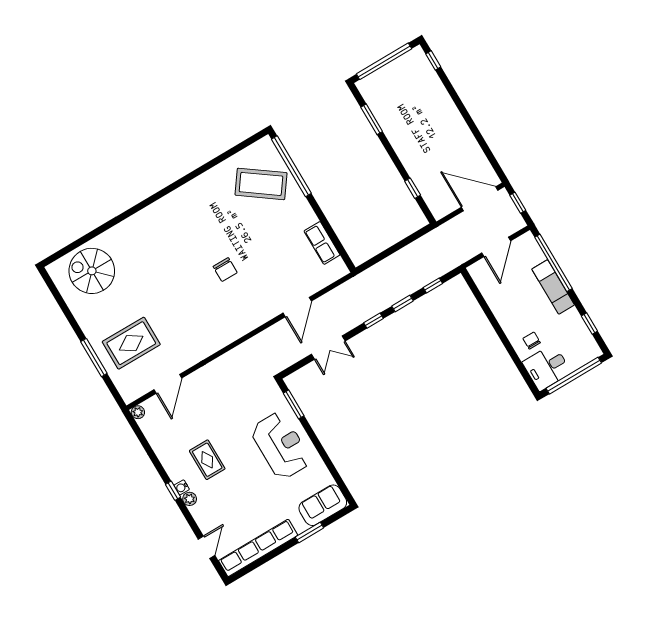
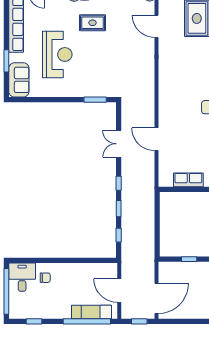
exam couch: (553, 287) -> (91, 312), moved
reception desk: (281, 446) -> (57, 54), moved, turned -90

